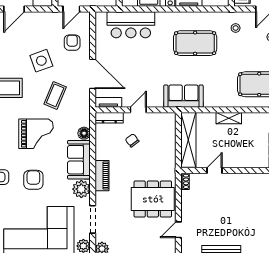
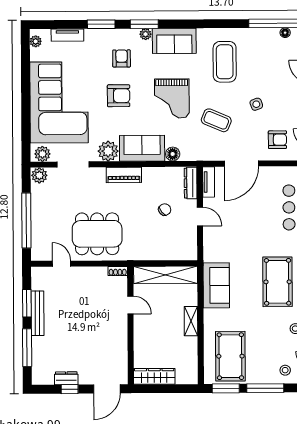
side table: (41, 61) -> (256, 104), width x0.54, depth x0.54
sofa: (183, 96) -> (216, 285), moved
dining table: (153, 199) -> (97, 234), turned 90

